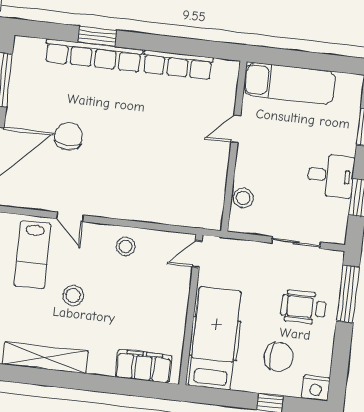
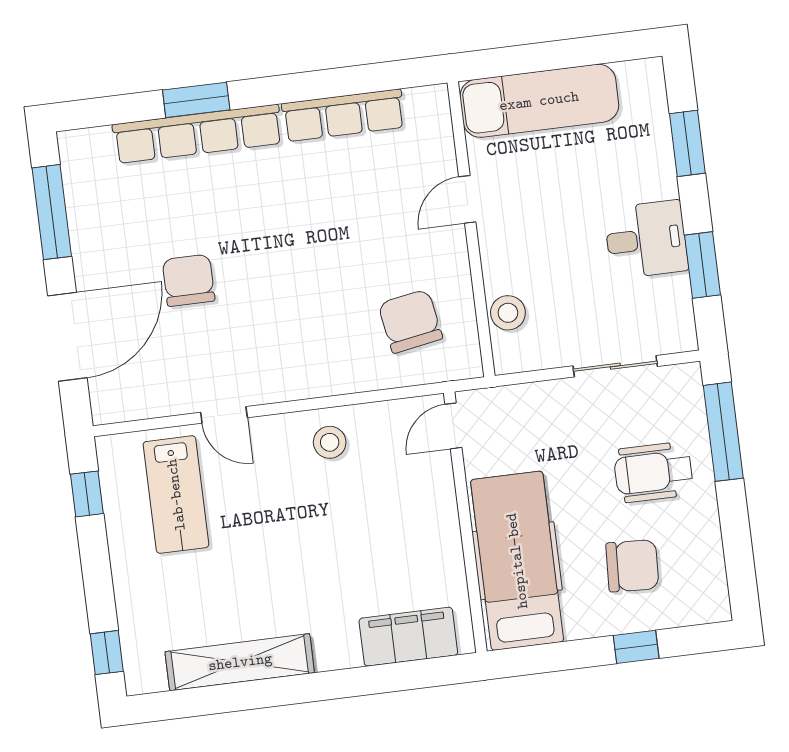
chair: (187, 189) -> (410, 321), added
stool: (73, 295) -> (261, 546), removed
nightstand: (316, 388) -> (708, 603), removed

